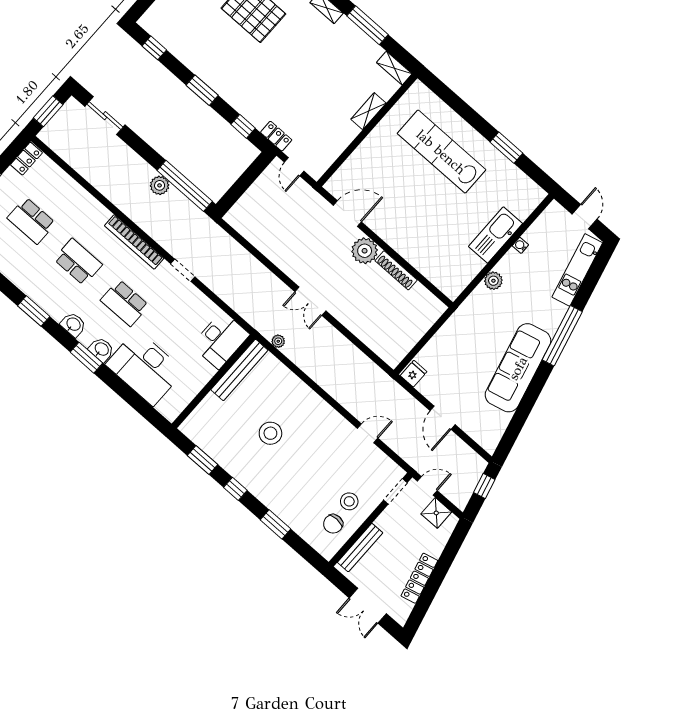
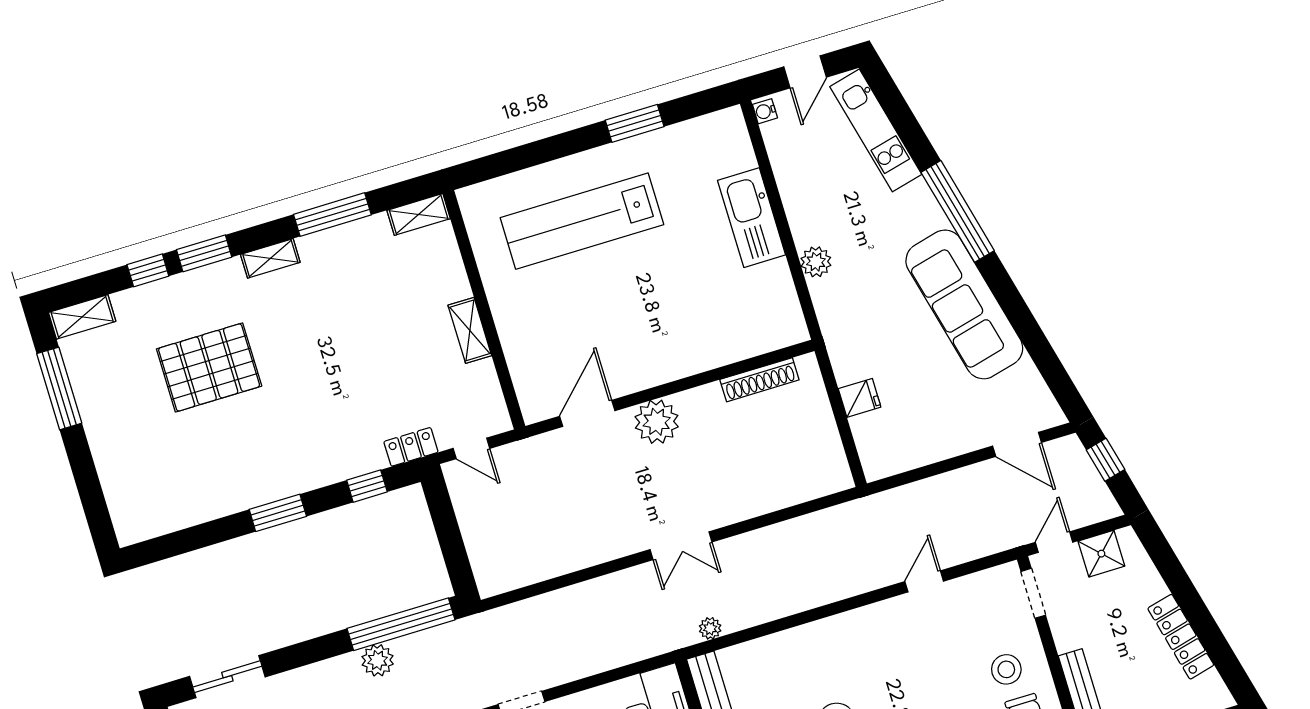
window: (154, 48) -> (174, 544), removed
shelving: (369, 111) -> (470, 330), moved
door: (585, 217) -> (805, 72), swing flipped
water cooler: (520, 245) -> (765, 111), moved
shoe rack: (396, 270) -> (759, 380), moved
fridge: (414, 374) -> (860, 398), moved, turned 90
door: (443, 418) -> (1017, 444), moved

